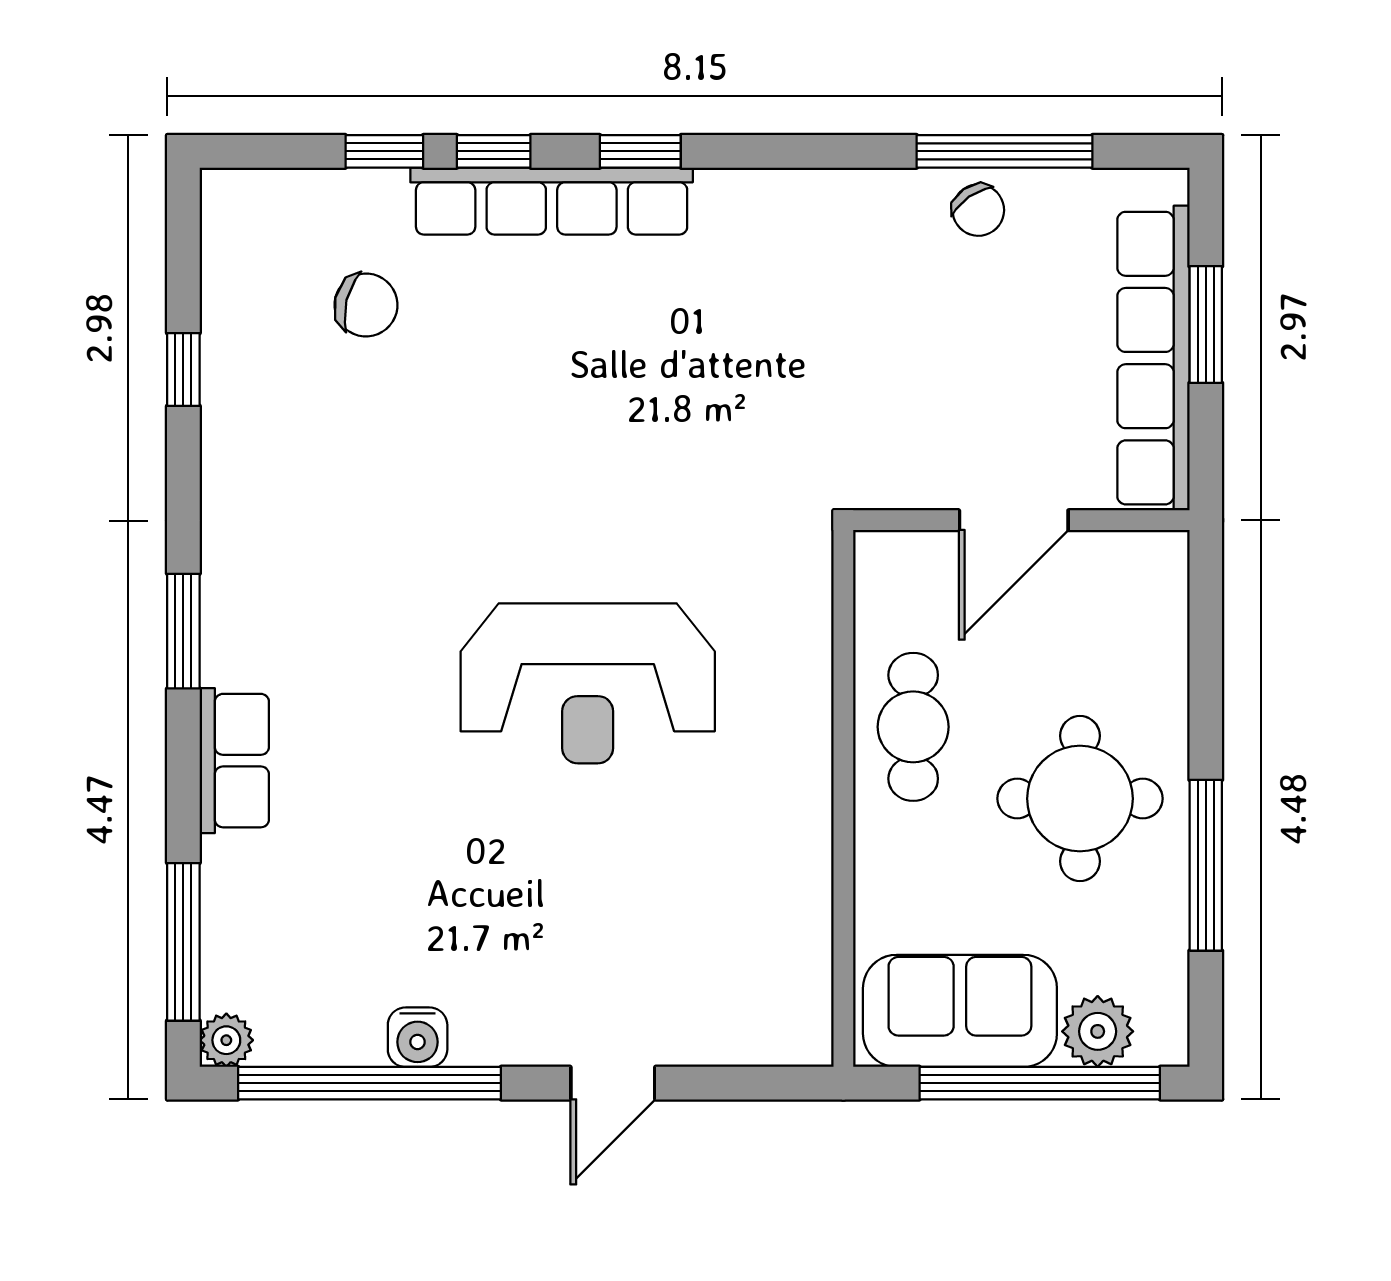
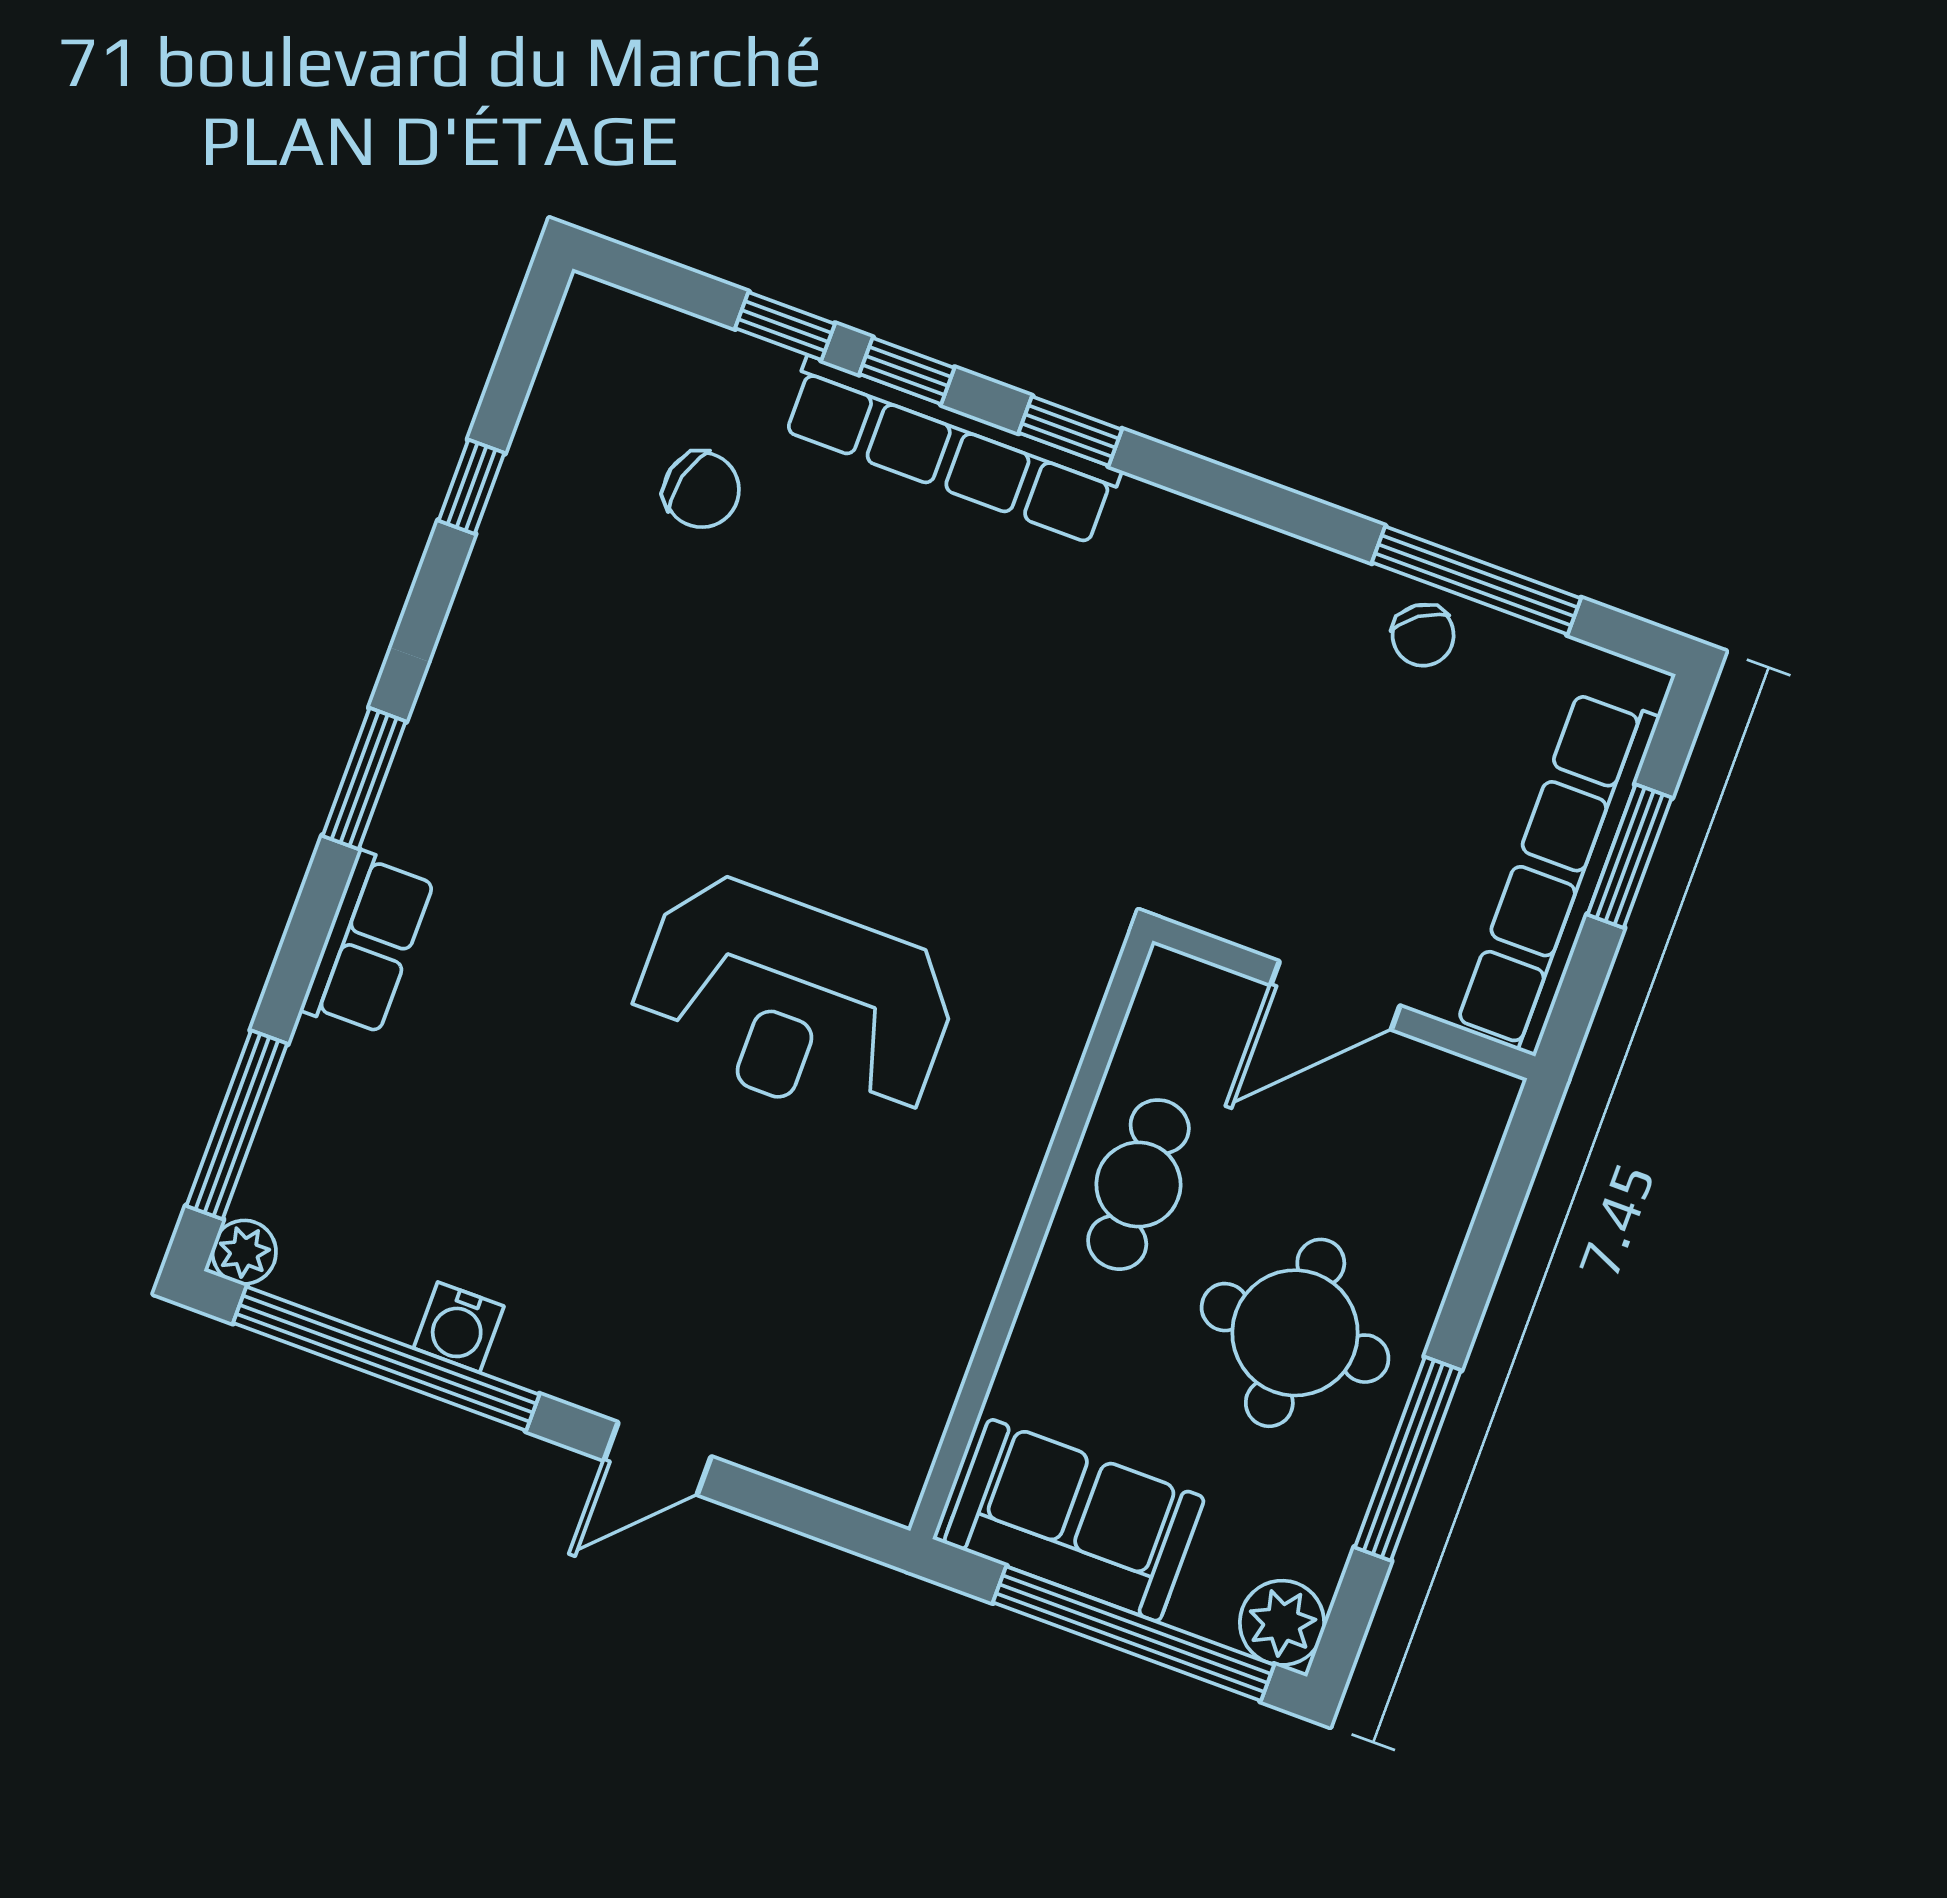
plant: (1098, 1031) -> (1282, 1623), moved

